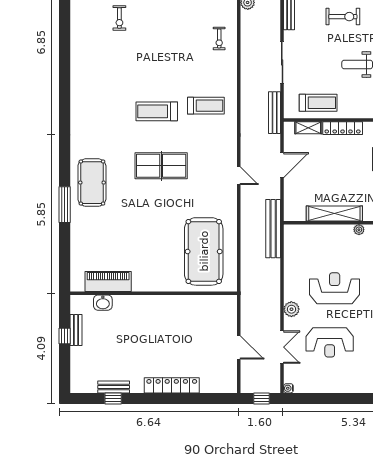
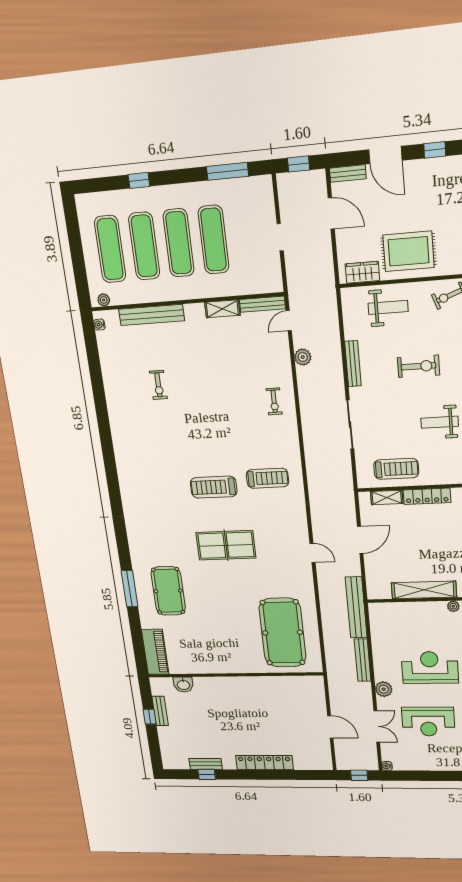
bench: (275, 113) -> (363, 660), moved
pool table: (92, 183) -> (168, 591), moved
piano: (108, 282) -> (155, 652), moved, turned 90

